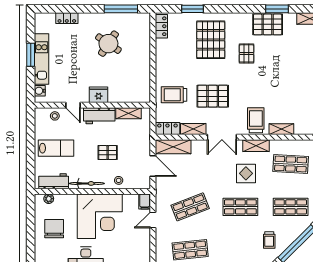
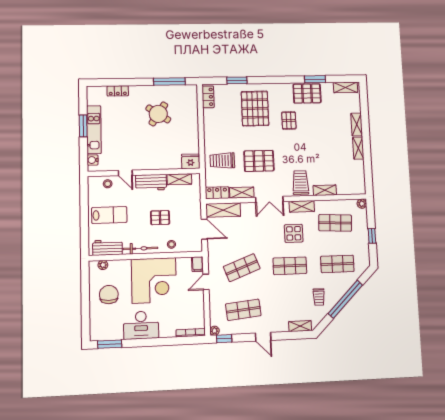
fridge: (99, 95) -> (191, 161), moved

